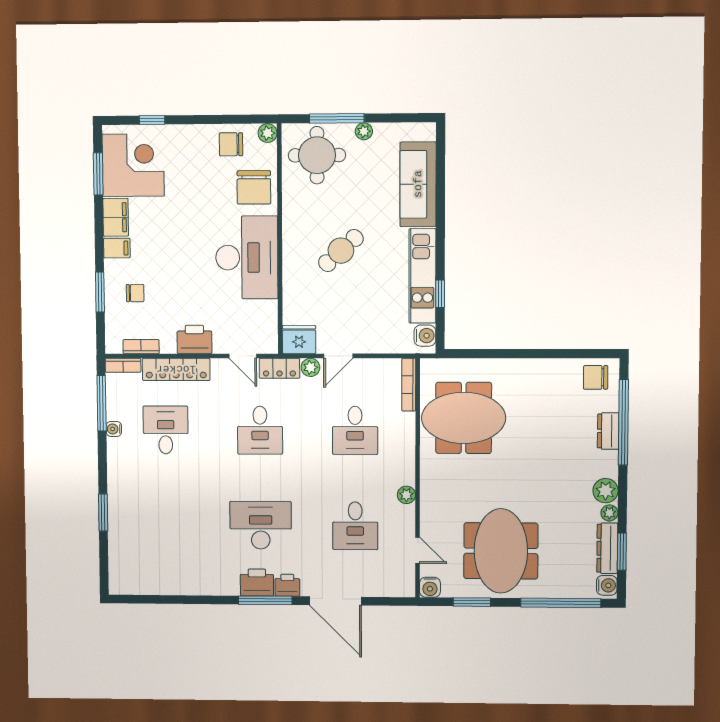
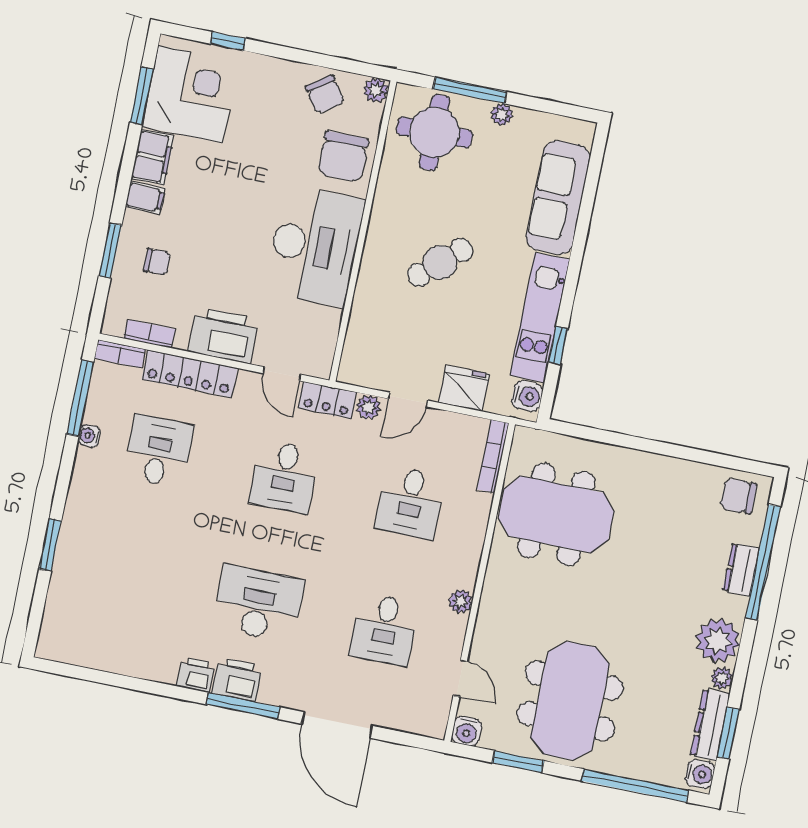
chair: (231, 144) -> (325, 94), turned -125
printer: (194, 339) -> (223, 335), width x1.37, depth x1.19
fridge: (299, 339) -> (464, 388), moved
plant: (606, 491) -> (718, 641), width x1.36, depth x1.36
printer: (287, 585) -> (196, 675), moved

